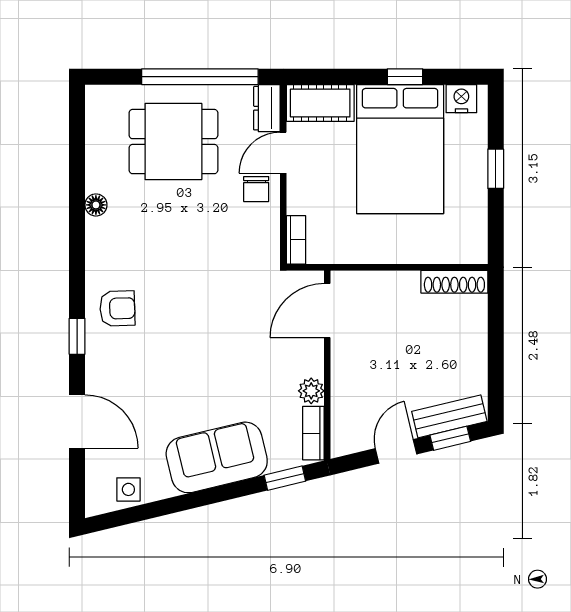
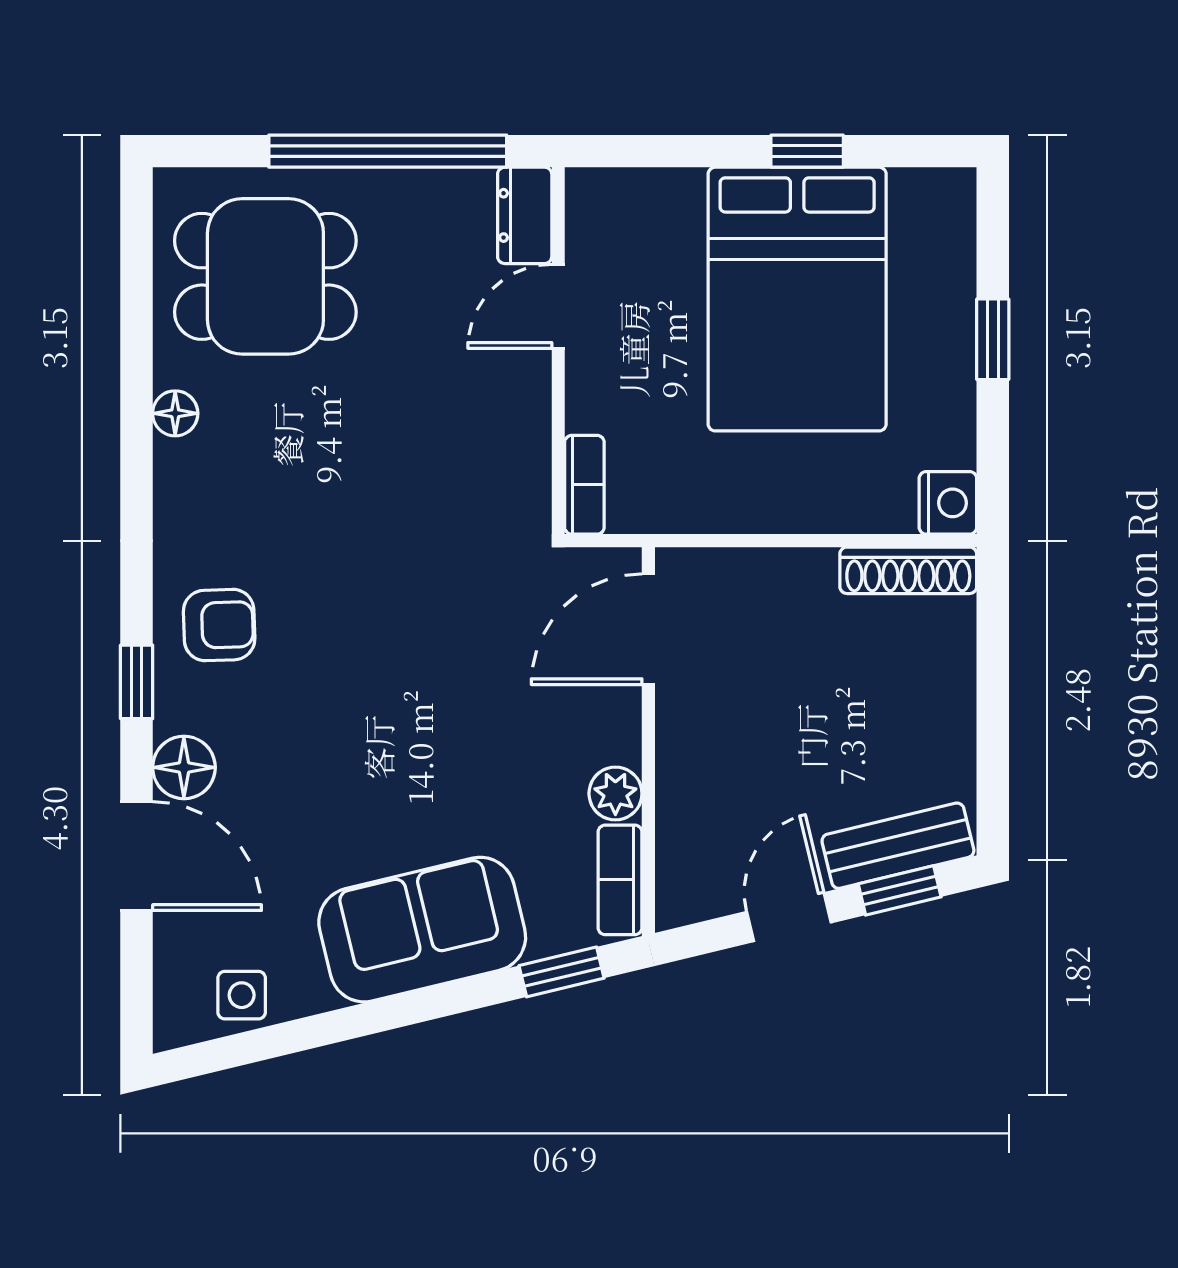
nightstand: (461, 99) -> (948, 503), moved, turned 90
cot: (320, 103) -> (634, 205), removed
dining table: (173, 142) -> (265, 276), moved
chair: (256, 189) -> (503, 381), removed
floor lamp: (100, 378) -> (184, 767), added

